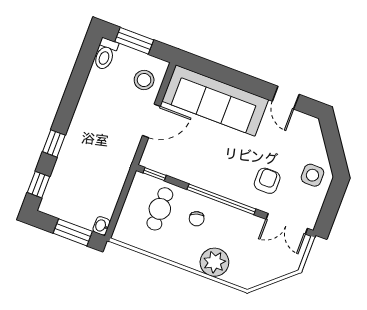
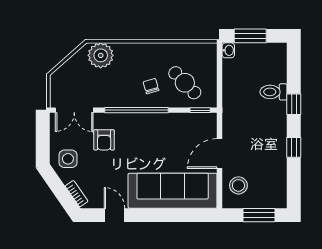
toilet: (105, 54) -> (274, 92), moved, turned -90
bookcase: (317, 135) -> (77, 194), added
window: (38, 185) -> (294, 147), moved
cafe table: (160, 209) -> (185, 83), turned -44
double door: (287, 224) -> (74, 110), swing flipped
plant: (214, 262) -> (101, 55), moved

